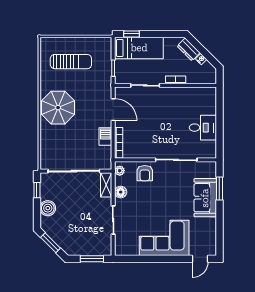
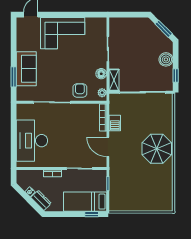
sun lounger: (71, 62) -> (145, 190), removed
desk: (203, 128) -> (32, 141), width x1.87, depth x1.30
window: (92, 259) -> (127, 15), removed

